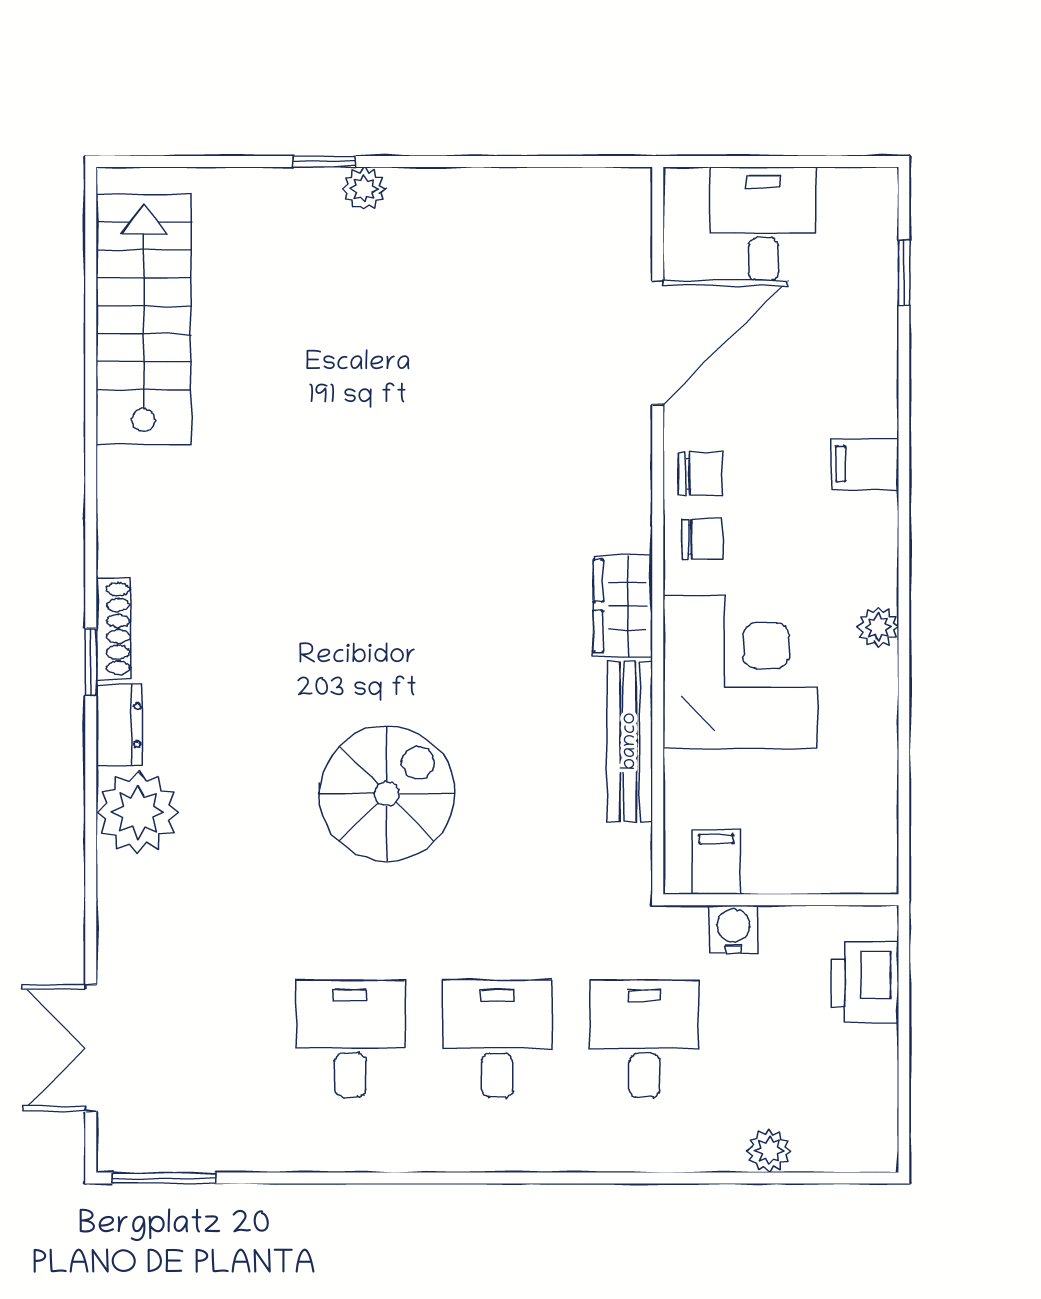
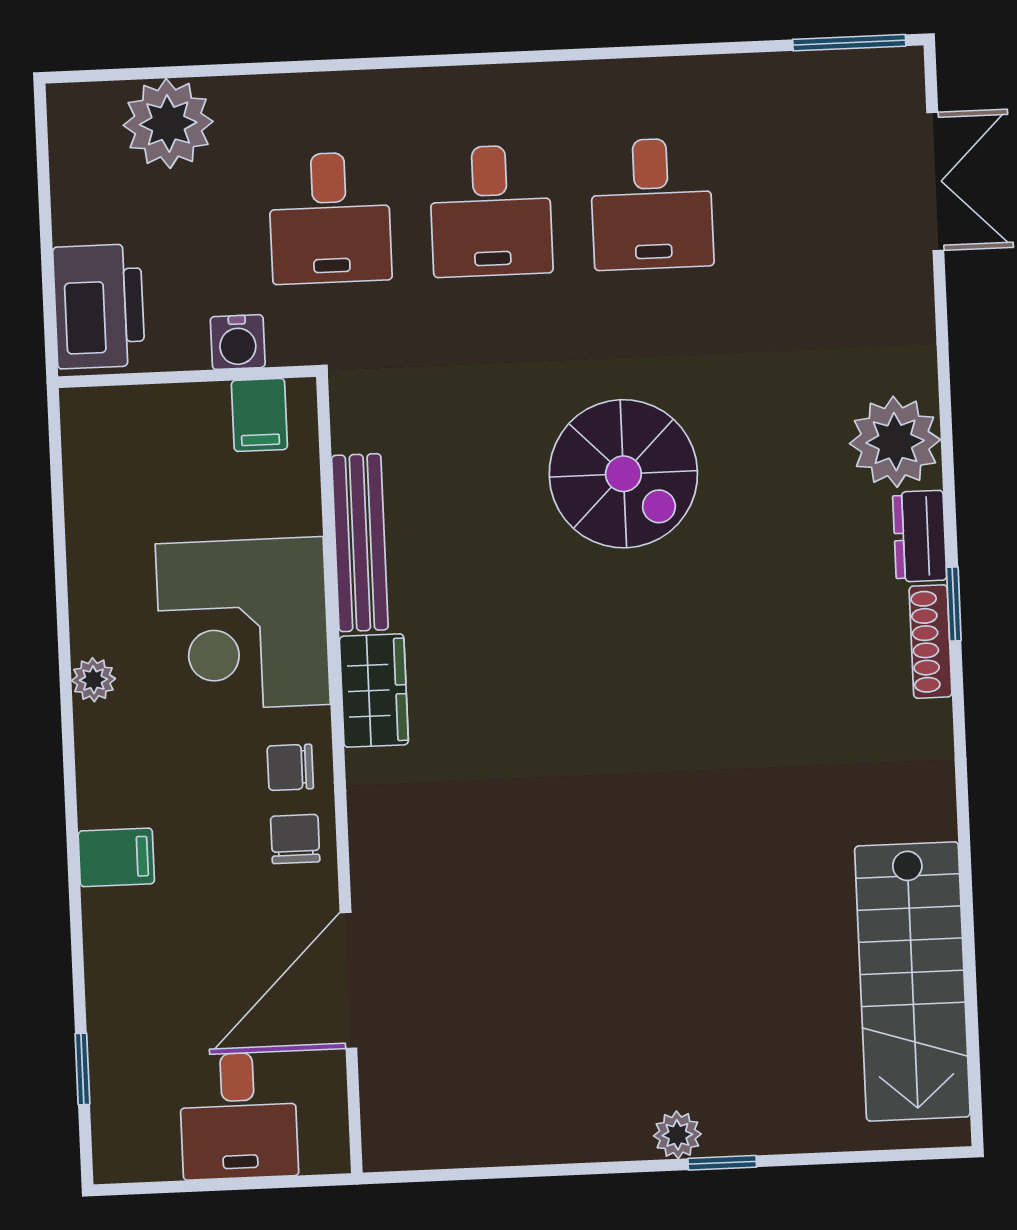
chair: (701, 474) -> (295, 839), turned 90
spiral stairs: (387, 794) -> (623, 474), turned -90
printer: (865, 982) -> (99, 306), width x1.37, depth x1.19
plant: (769, 1151) -> (168, 123), width x1.87, depth x1.87

